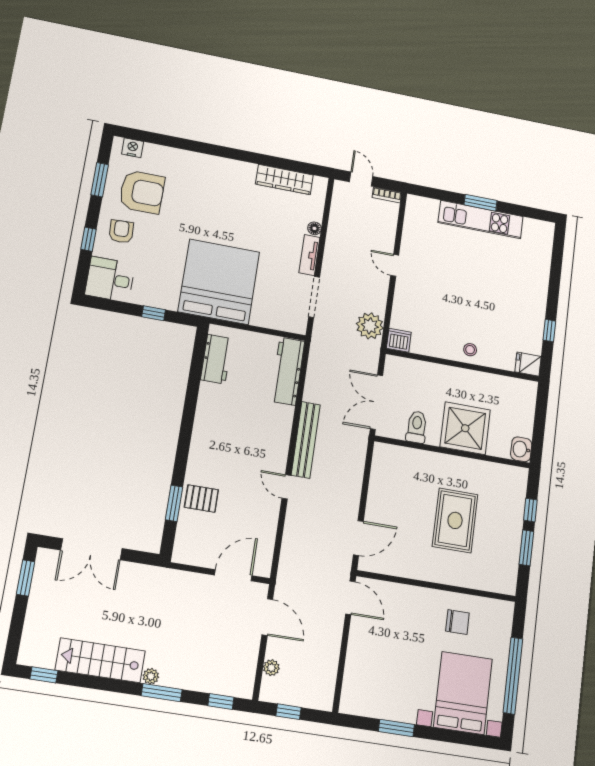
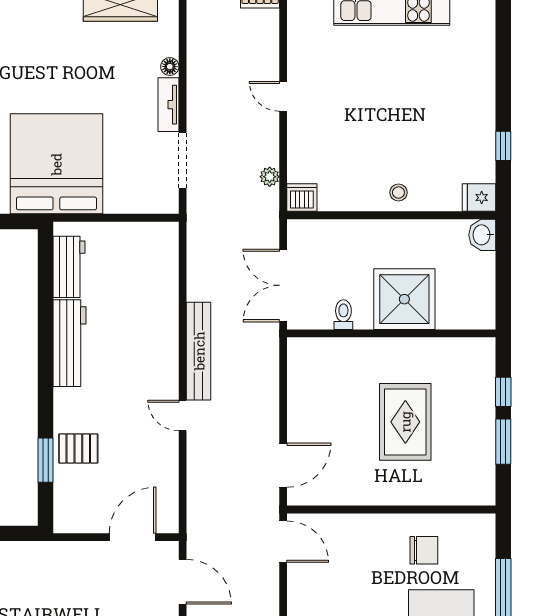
plant: (370, 326) -> (270, 177), width x0.53, depth x0.53
workbench: (288, 371) -> (69, 343), moved, turned 180
toilet: (417, 427) -> (343, 315), width x0.73, depth x0.72
washbasin: (521, 449) -> (482, 235), moved

